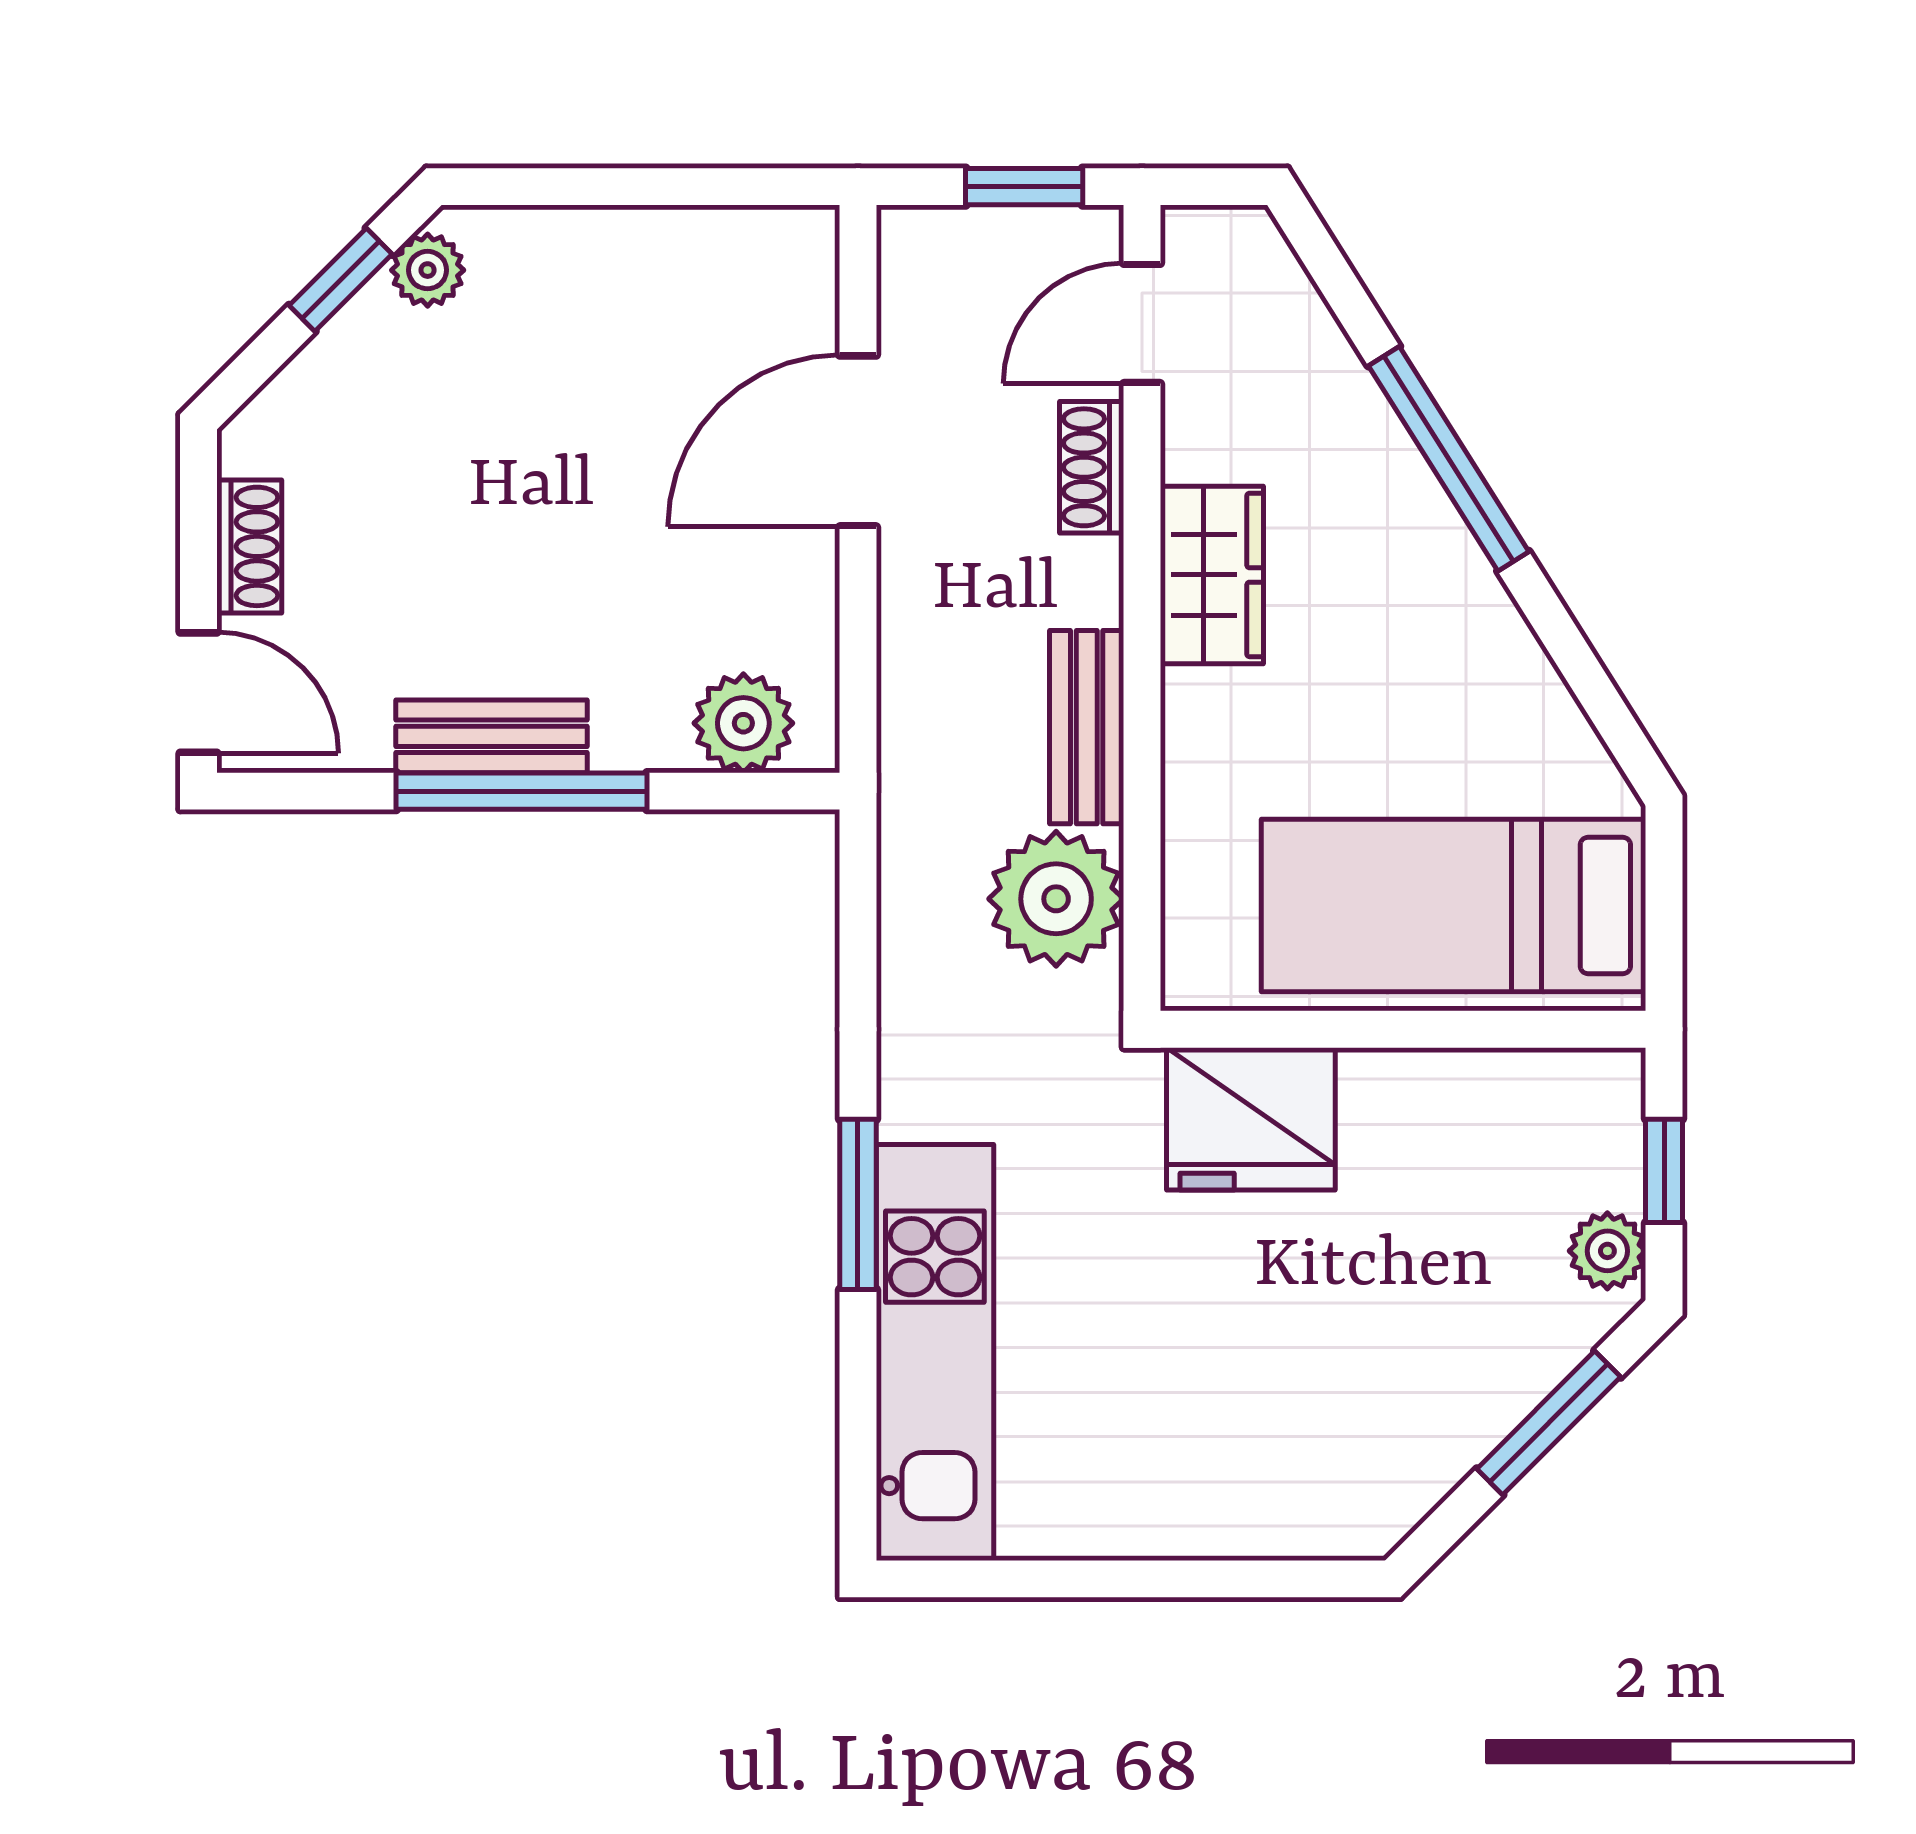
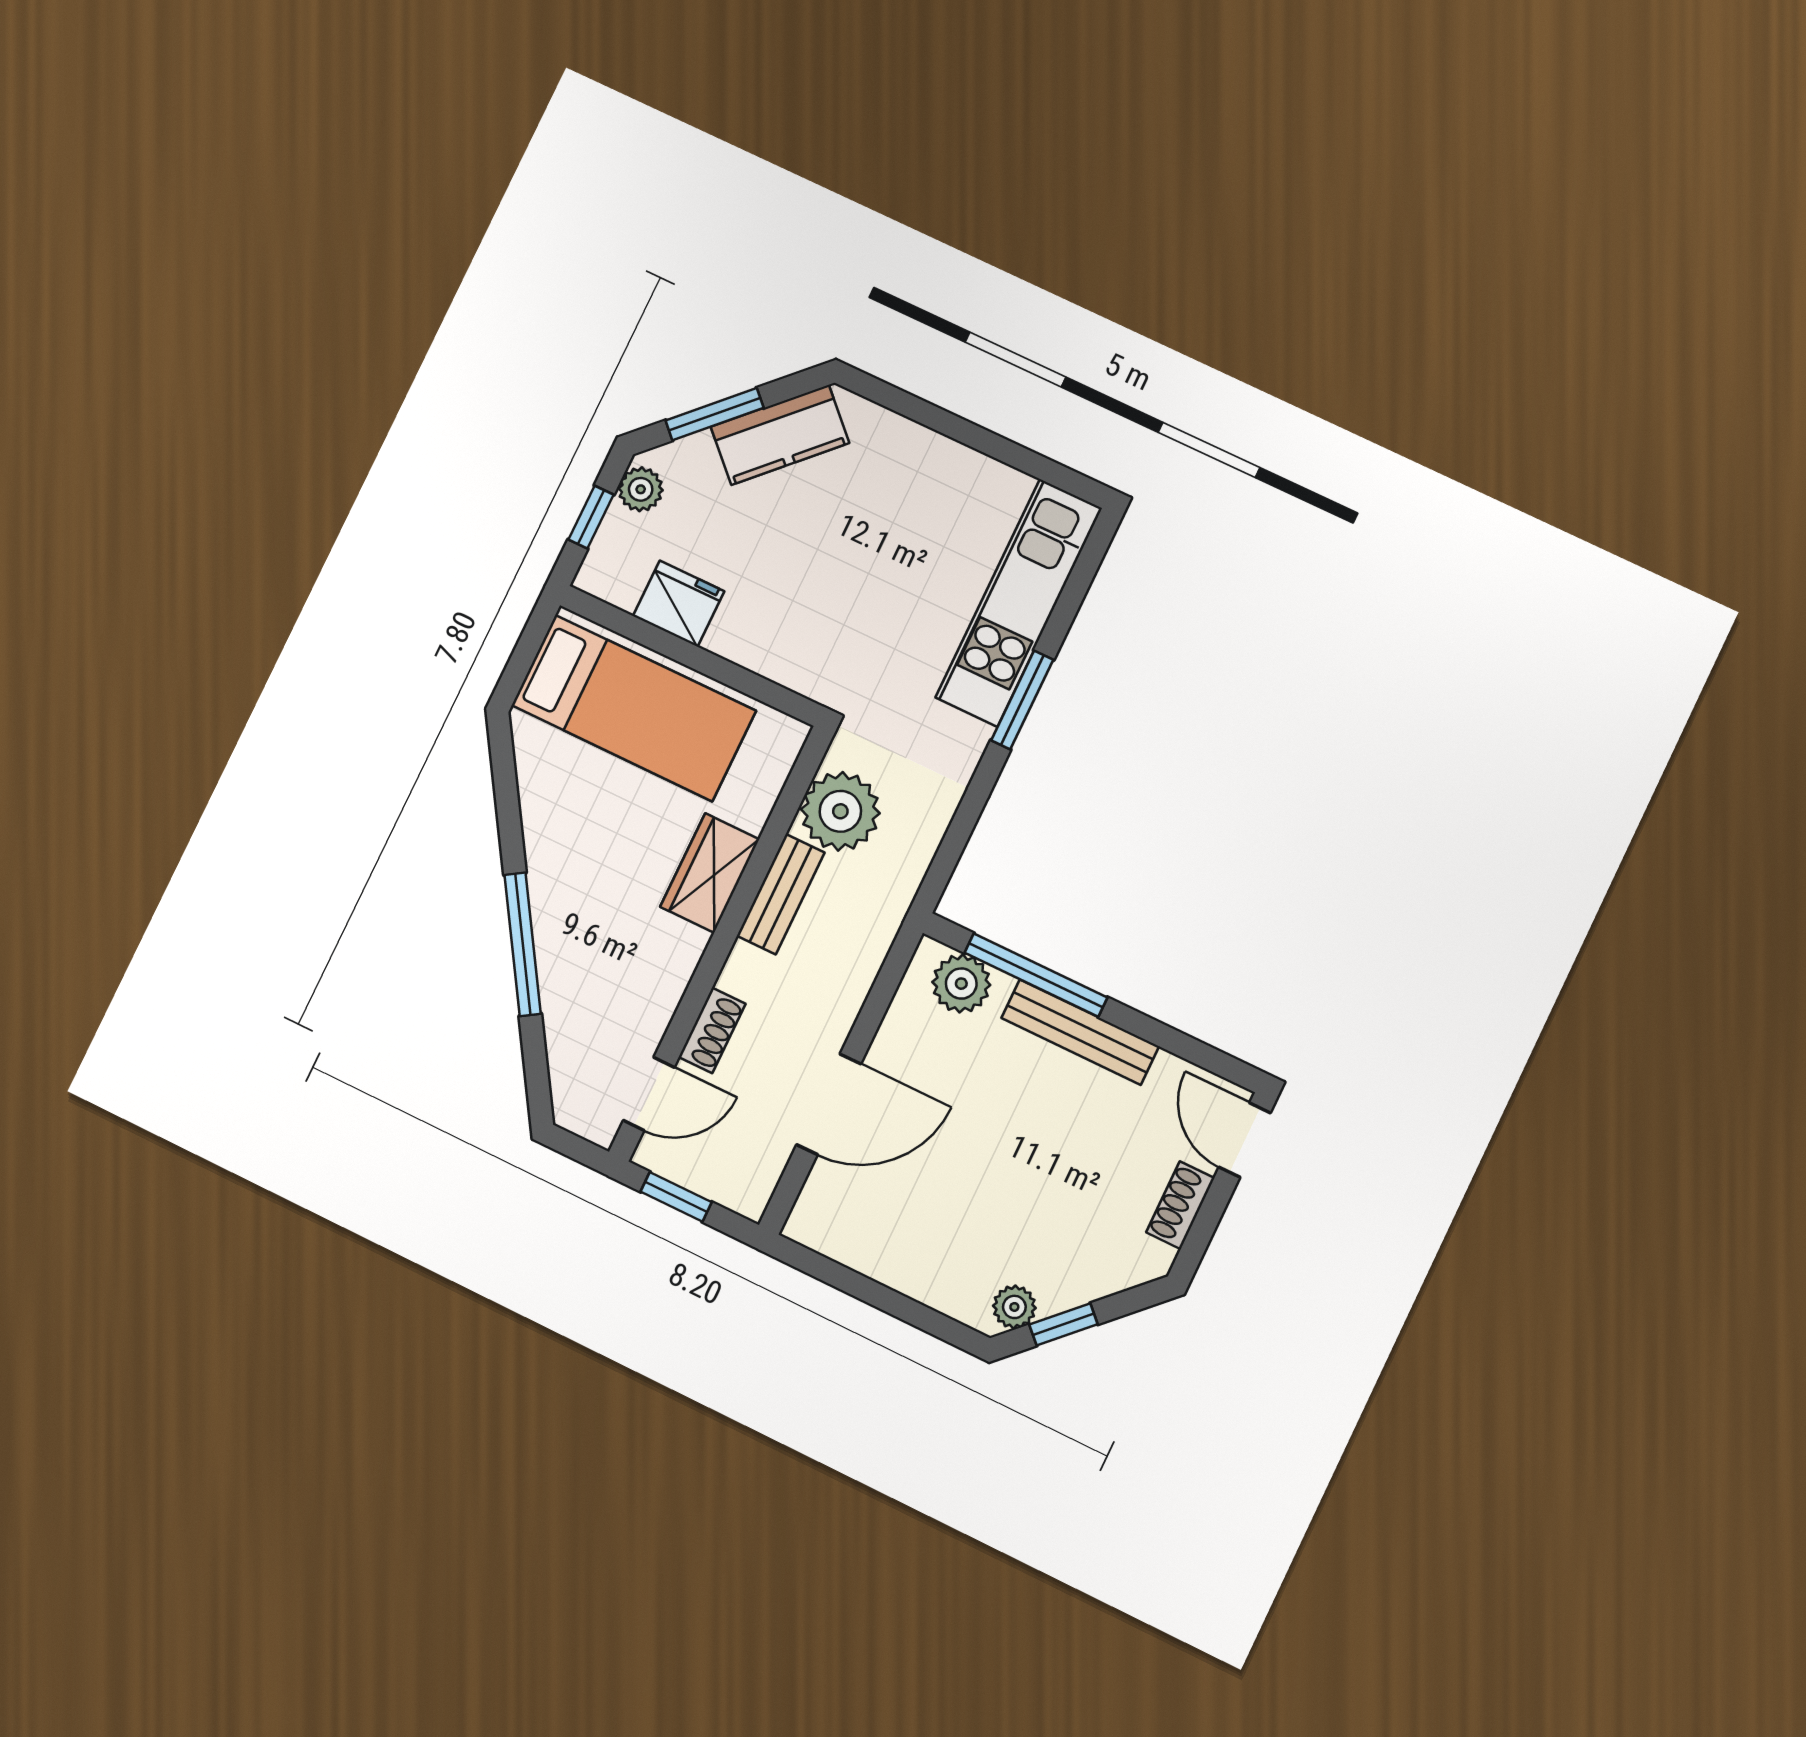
wardrobe: (1212, 575) -> (710, 873), moved
bench: (492, 736) -> (1080, 1032), width x1.36
window: (522, 791) -> (1036, 975), moved
fridge: (1251, 1119) -> (679, 604), moved, width x0.73, depth x0.75
kitchen counter: (1431, 1439) -> (780, 435), added

